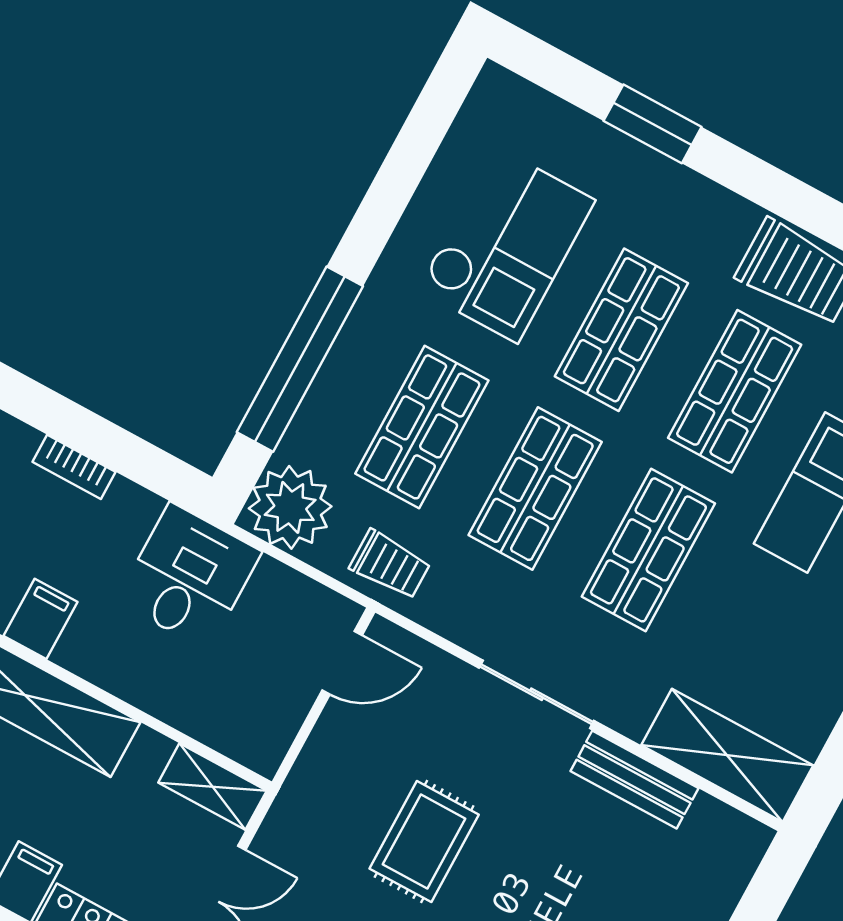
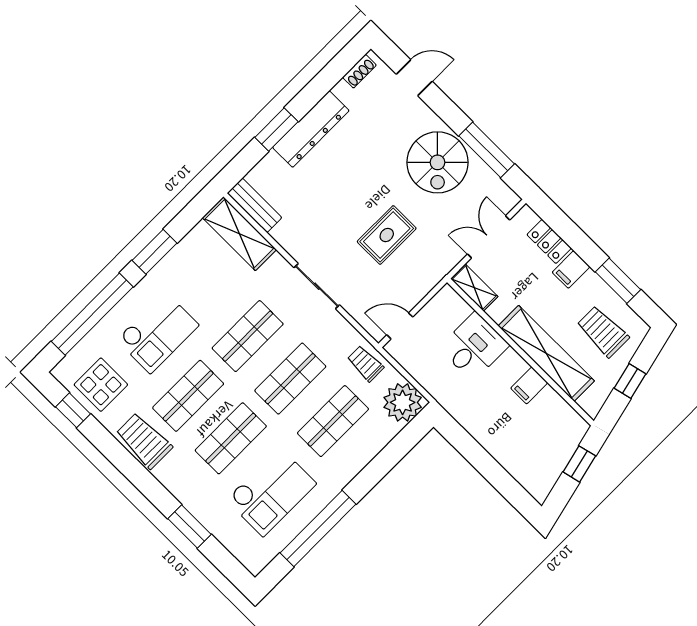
checkout: (506, 245) -> (271, 492), turned 180
window: (300, 359) -> (318, 529), moved
bookcase: (74, 467) -> (494, 449), removed
desk: (189, 576) -> (474, 347), moved, turned 180
bench: (634, 780) -> (254, 205), moved

